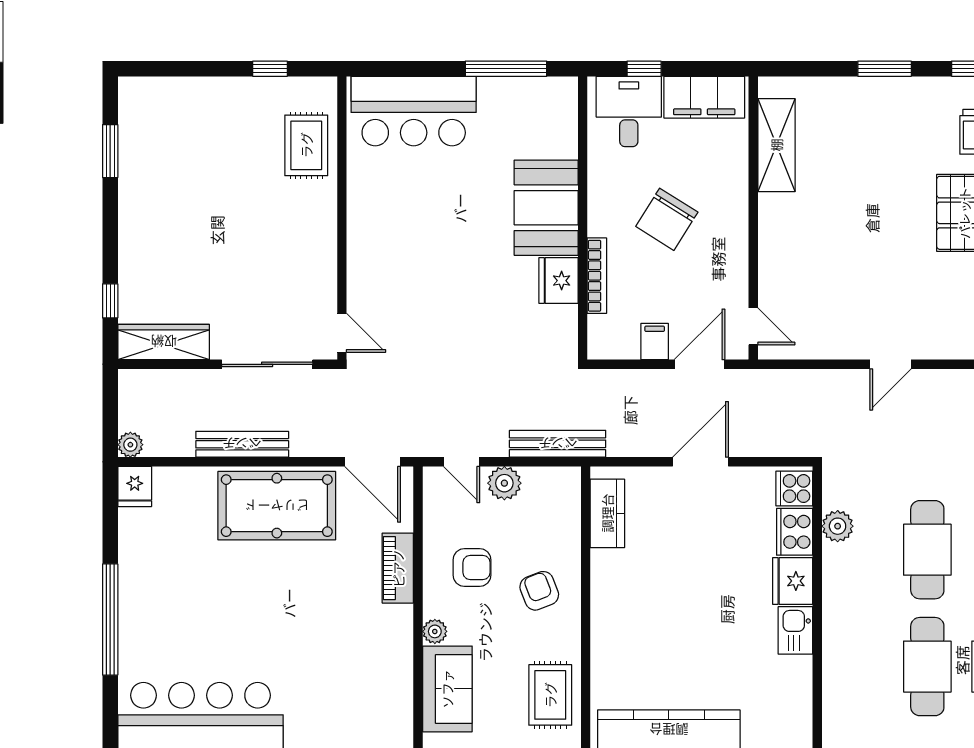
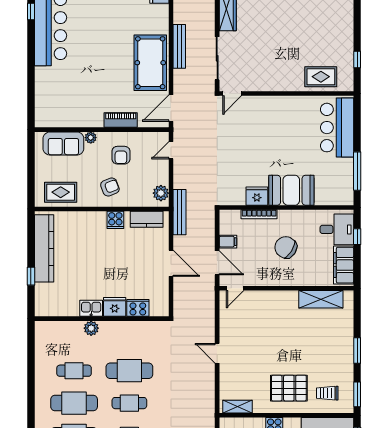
bench: (558, 444) -> (180, 212), moved
plant: (504, 483) -> (161, 193), moved
cooker: (794, 489) -> (115, 220), moved, turned 180
plant: (838, 526) -> (91, 328), moved
cafe table: (927, 667) -> (74, 371), width x0.73, depth x0.74

